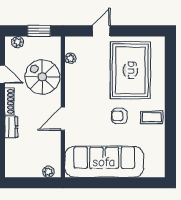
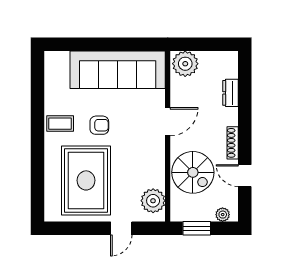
plant: (70, 58) -> (153, 201), width x1.87, depth x1.87
dresser: (11, 127) -> (230, 93), moved
plant: (48, 172) -> (185, 64), width x1.88, depth x1.88

